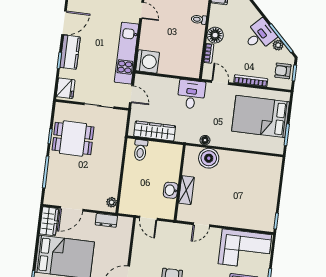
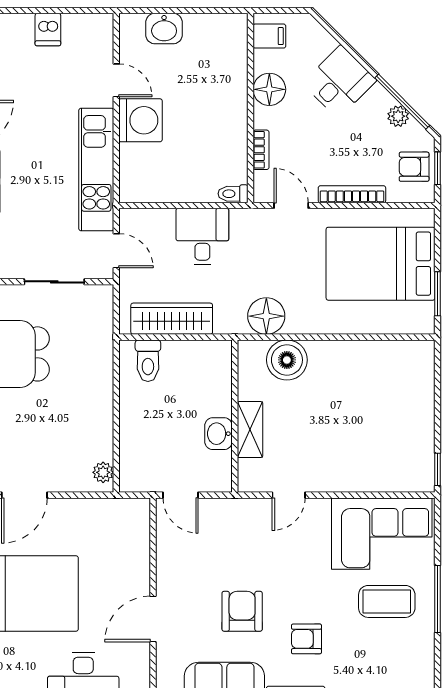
toilet: (199, 19) -> (233, 194), moved
floor lamp: (215, 35) -> (269, 89), moved
desk: (260, 35) -> (339, 82), moved
washing machine: (148, 61) -> (140, 120), moved
desk: (191, 94) -> (202, 236), moved
floor lamp: (205, 140) -> (266, 316), width x1.89, depth x1.89
dresser: (106, 220) -> (97, 510), removed

